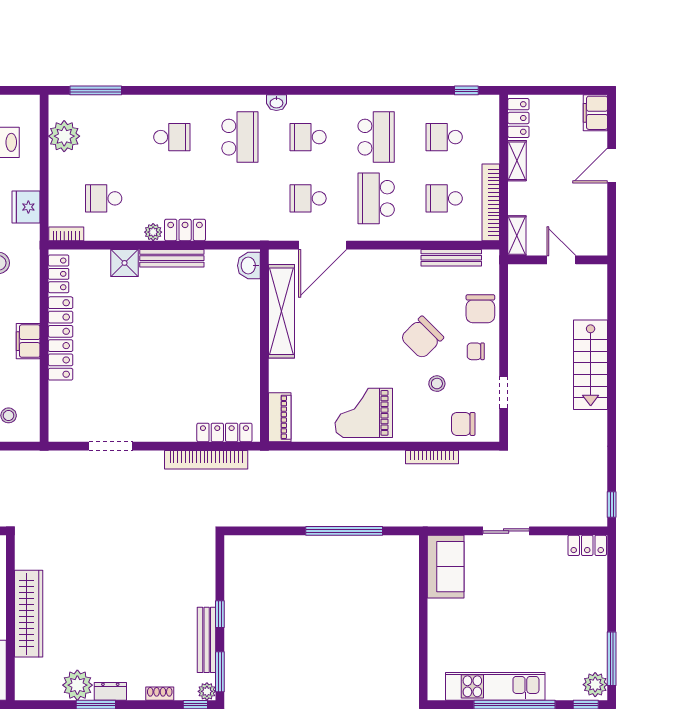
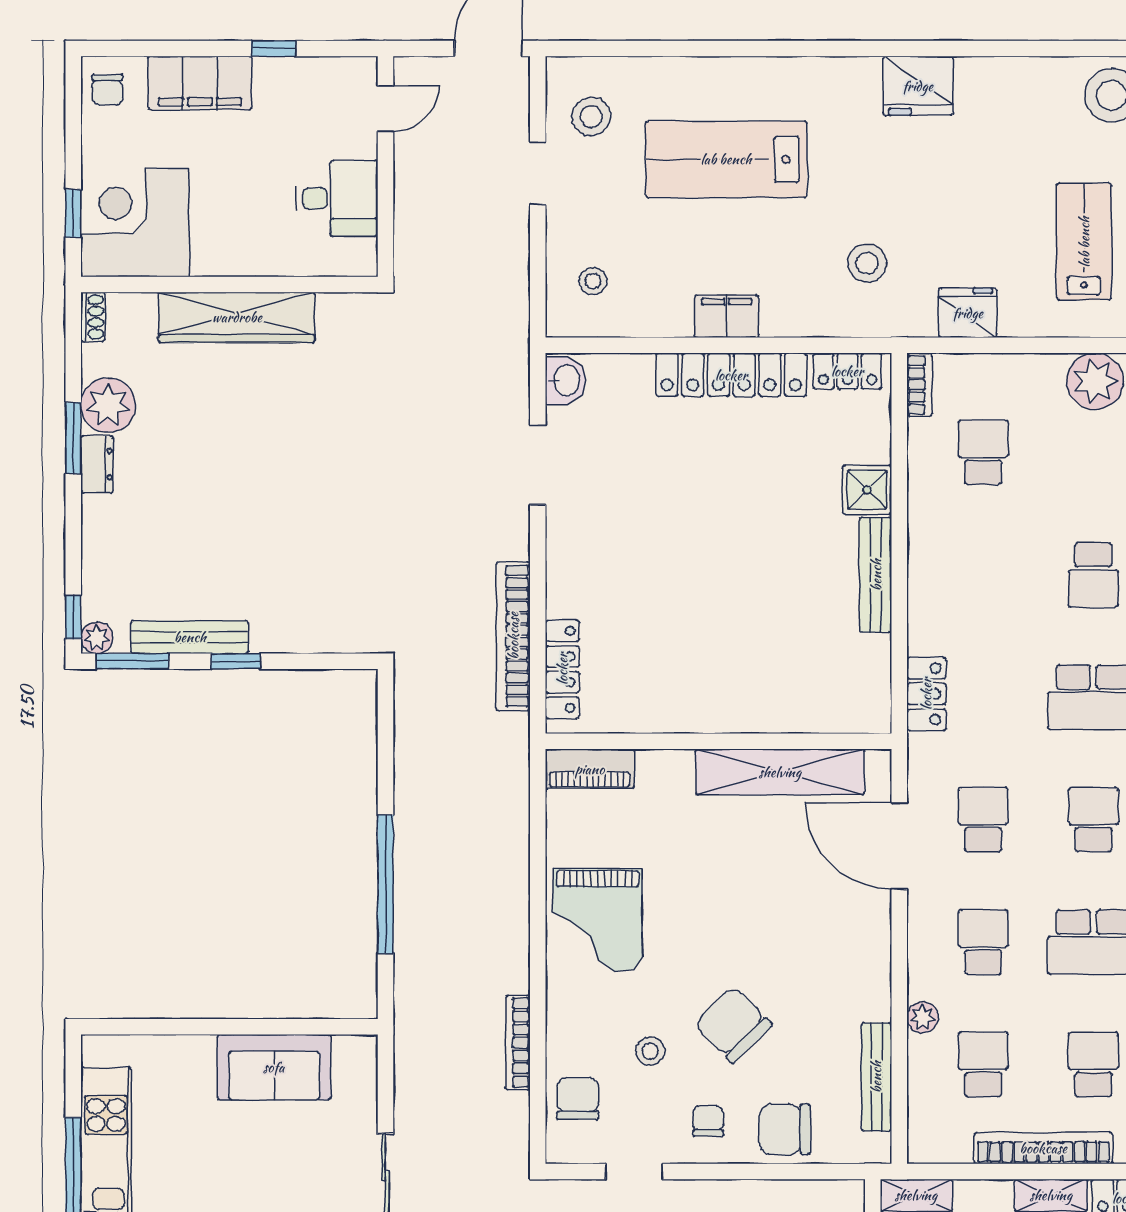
school desk: (376, 198) -> (983, 942), width x0.54
bookcase: (491, 202) -> (1043, 1148), moved
locker: (185, 230) -> (926, 694), moved
plant: (153, 232) -> (923, 1017), moved
washbasin: (249, 266) -> (566, 380), moved, turned 90
grand piano: (364, 413) -> (598, 920), turned 180
sofa: (446, 567) -> (274, 1067), moved
shoe rack: (160, 694) -> (93, 317), moved

